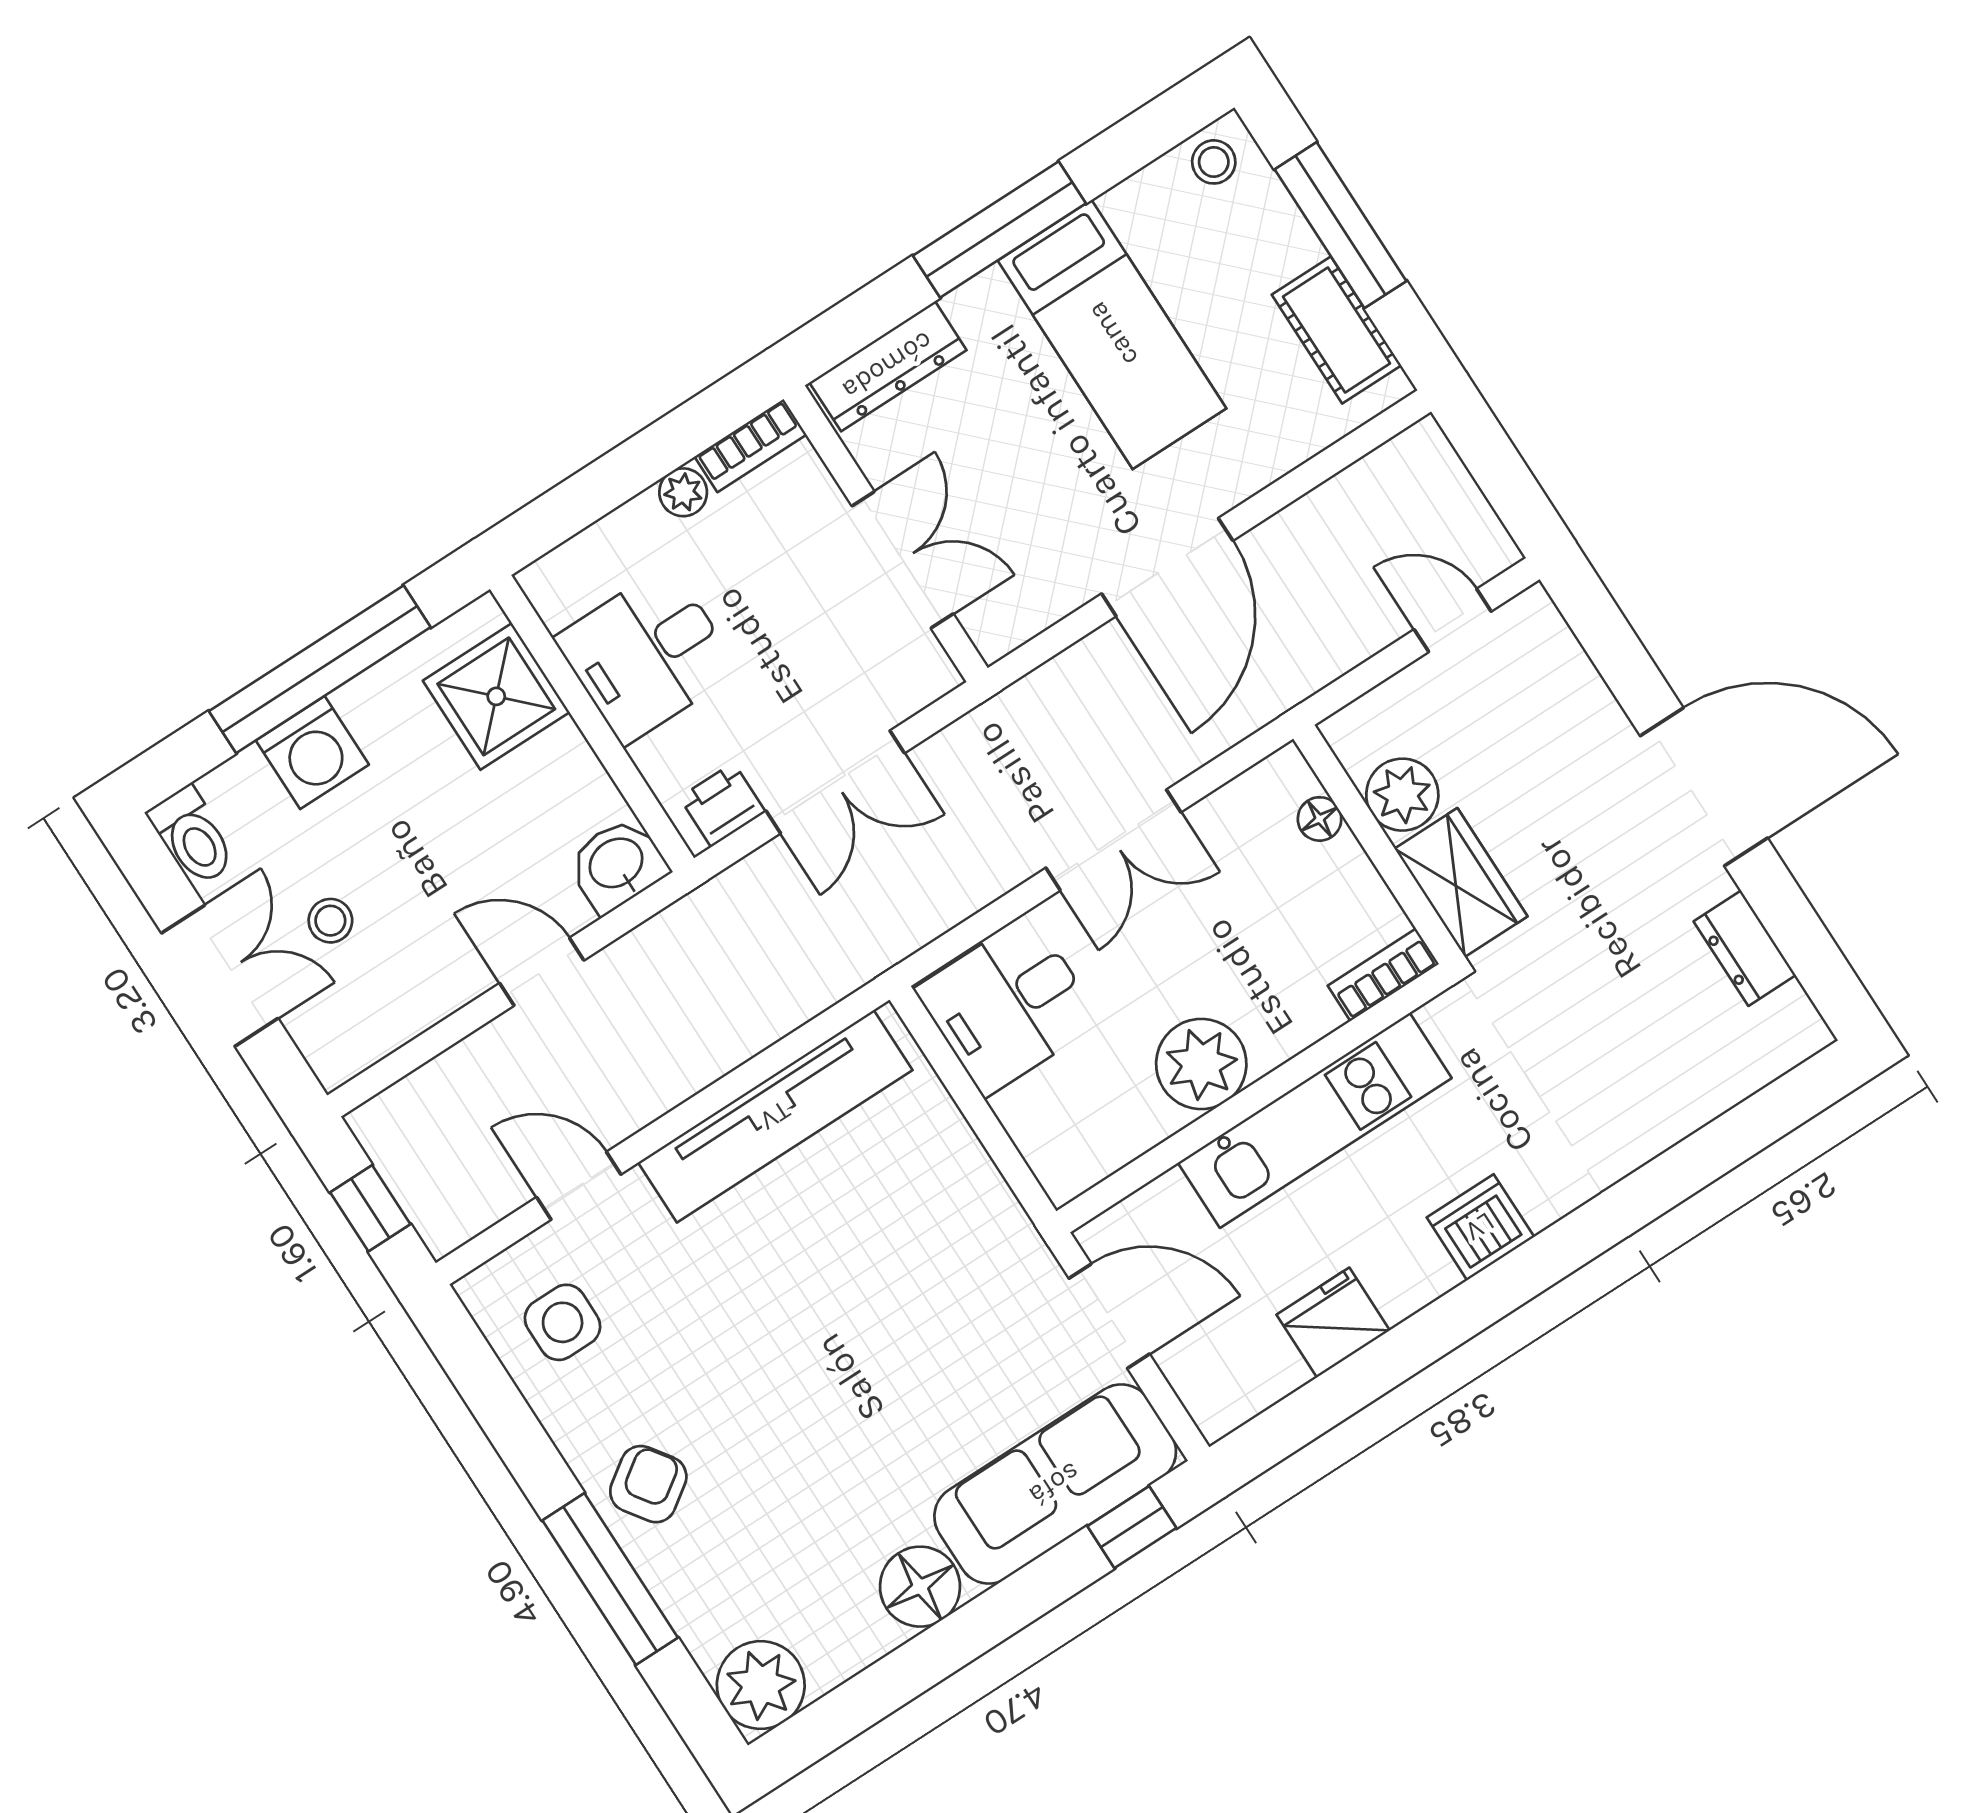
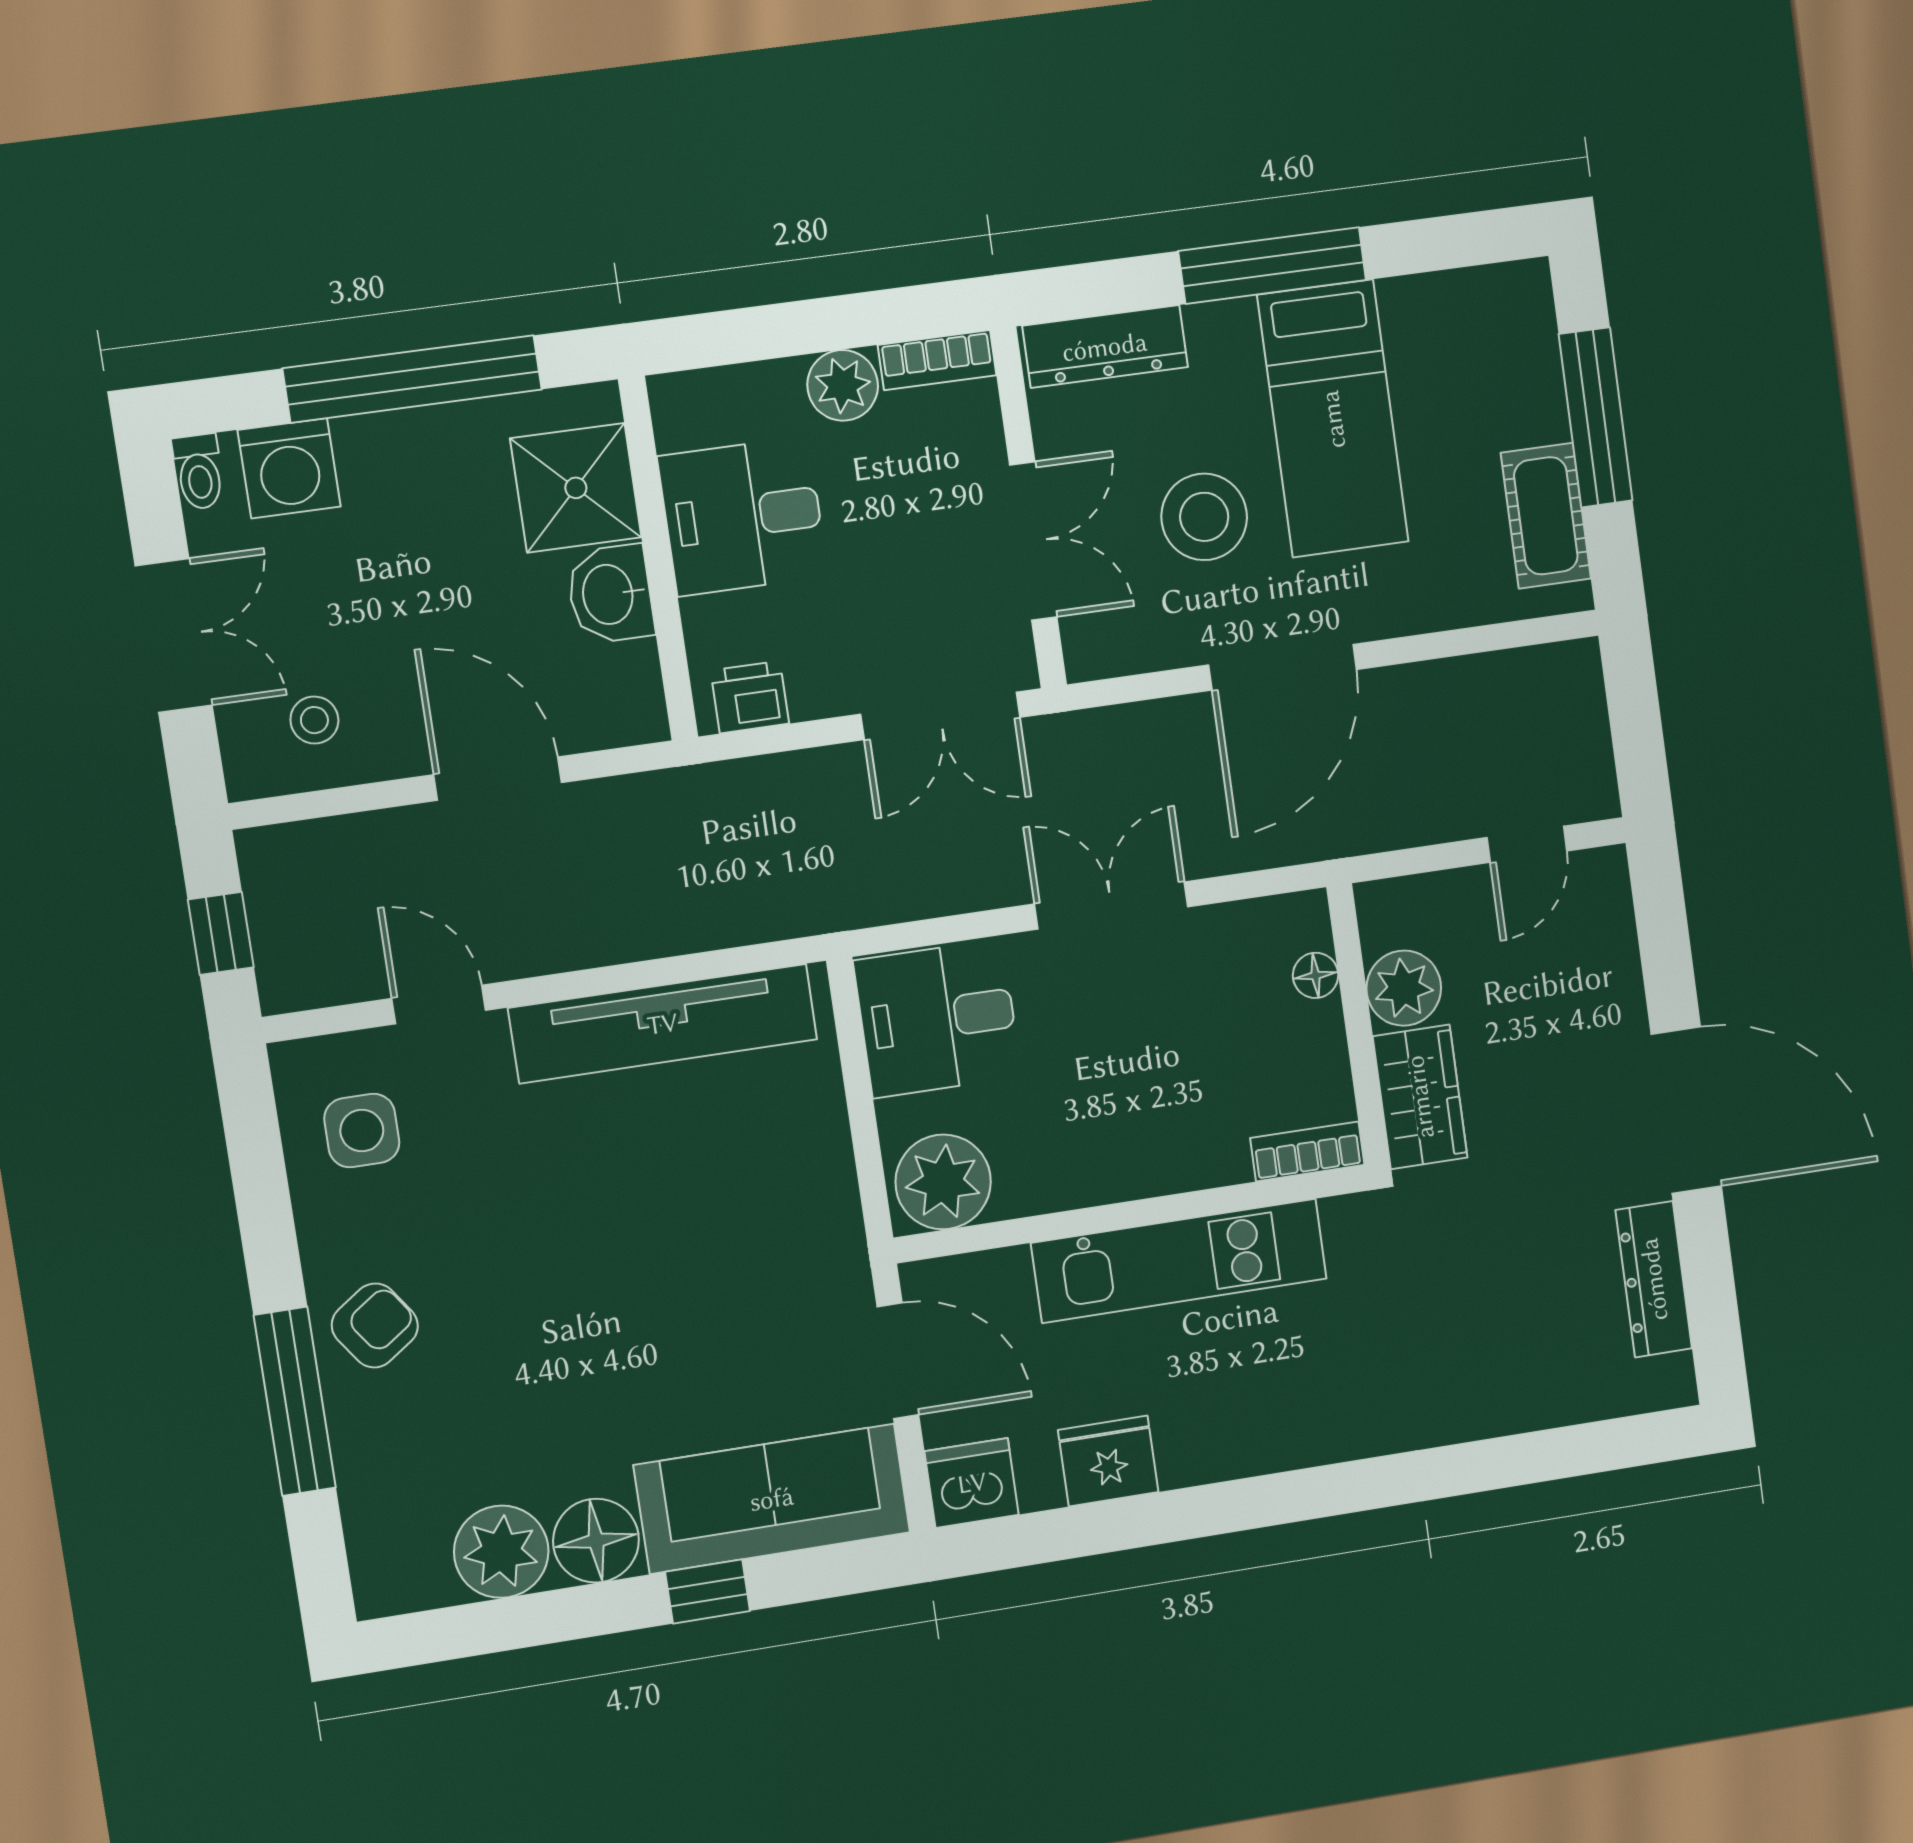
stool: (1214, 162) -> (1204, 517), moved, width x1.89, depth x1.89
plant: (683, 492) -> (843, 385), width x1.38, depth x1.38
door: (1453, 620) -> (1527, 844), swing flipped
washing machine: (312, 753) -> (289, 468), moved
double door: (835, 782) -> (940, 716), moved
toilet: (193, 836) -> (199, 472), width x0.73, depth x0.72
double door: (1113, 840) -> (1111, 905), swing flipped
washbasin: (617, 865) -> (610, 594), moved, turned -90
stool: (330, 921) -> (314, 720), moved
dresser: (1745, 948) -> (1654, 1279), width x1.44
door: (542, 972) -> (498, 779), width x1.38
plant: (1201, 1064) -> (943, 1182), moved
dishwasher: (1480, 1227) -> (972, 1483), moved
window: (1132, 1527) -> (708, 1592), moved
plant: (761, 1685) -> (501, 1552), moved

